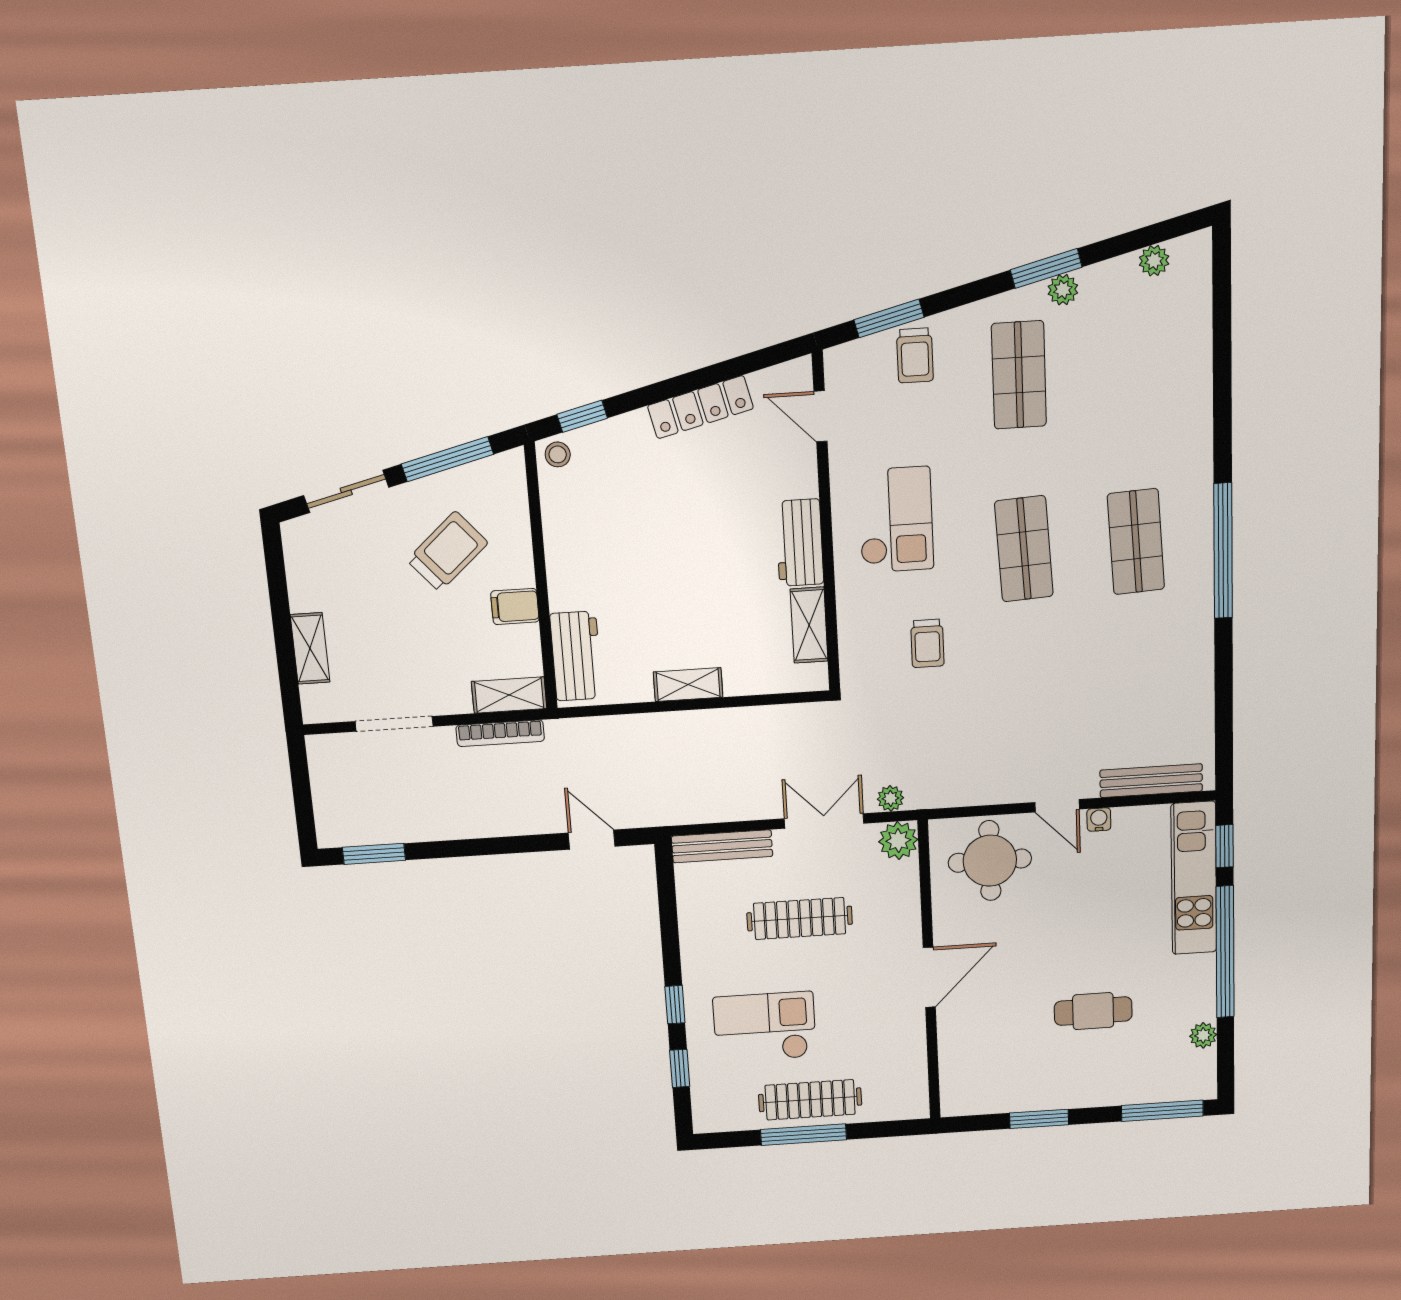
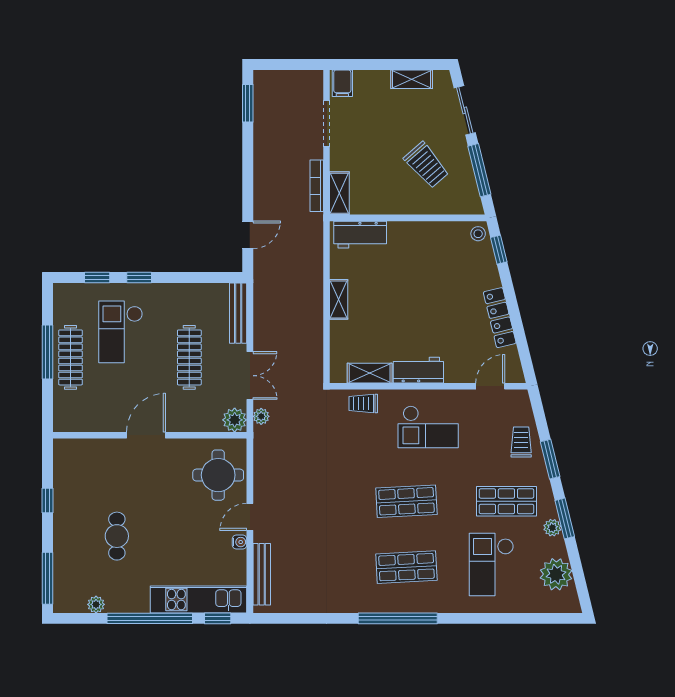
plant: (1154, 261) -> (556, 574), width x1.88, depth x1.88
window: (889, 318) -> (550, 459), moved
trolley: (915, 355) -> (521, 442), turned 90
checkout: (1129, 395) -> (491, 565), added
filing cabinet: (515, 606) -> (342, 83), moved, turned 180
trolley: (927, 643) -> (363, 404), moved
shelving: (310, 648) -> (412, 79), moved
door: (929, 977) -> (146, 435), swing flipped
checkout: (765, 1027) -> (121, 332), turned 180
window: (1039, 1119) -> (47, 500), width x0.67

